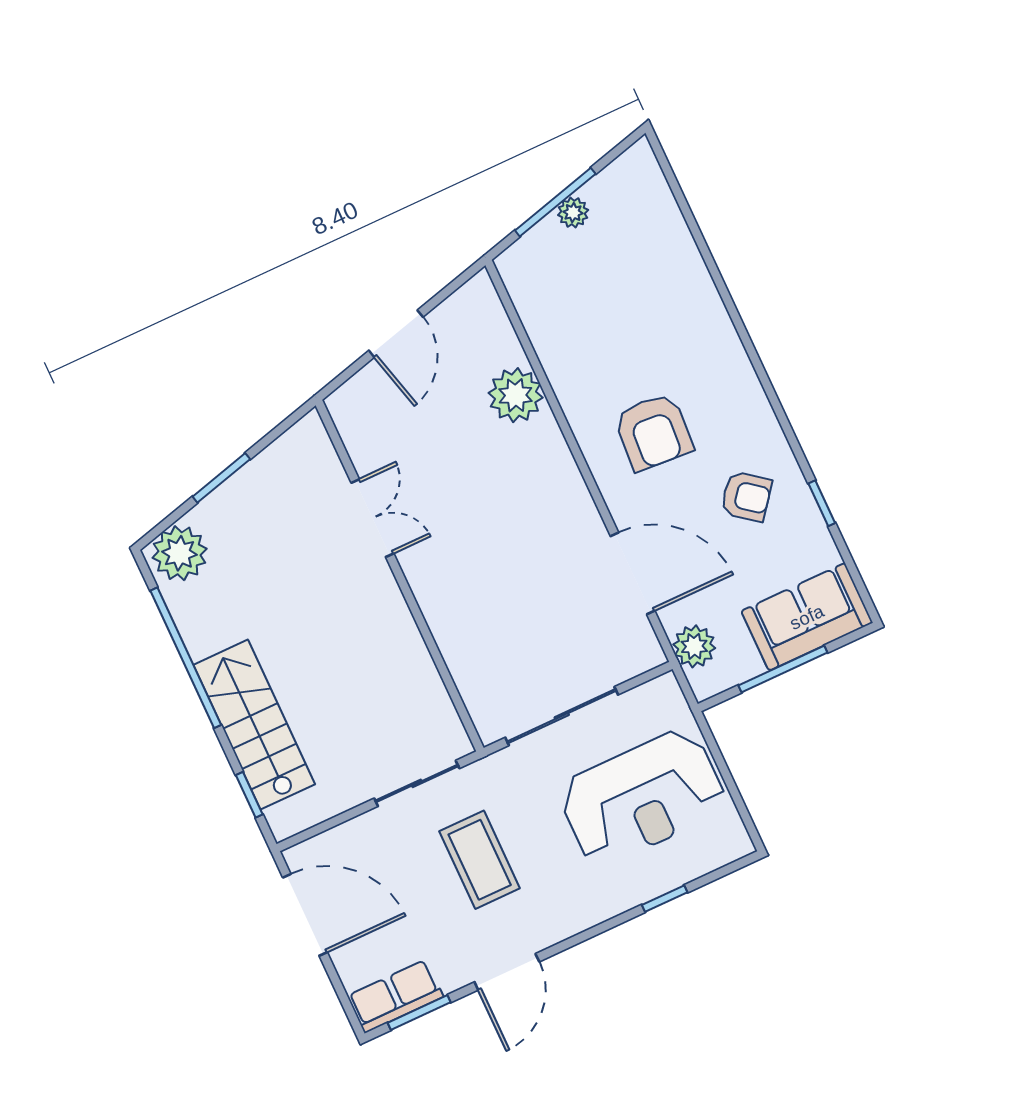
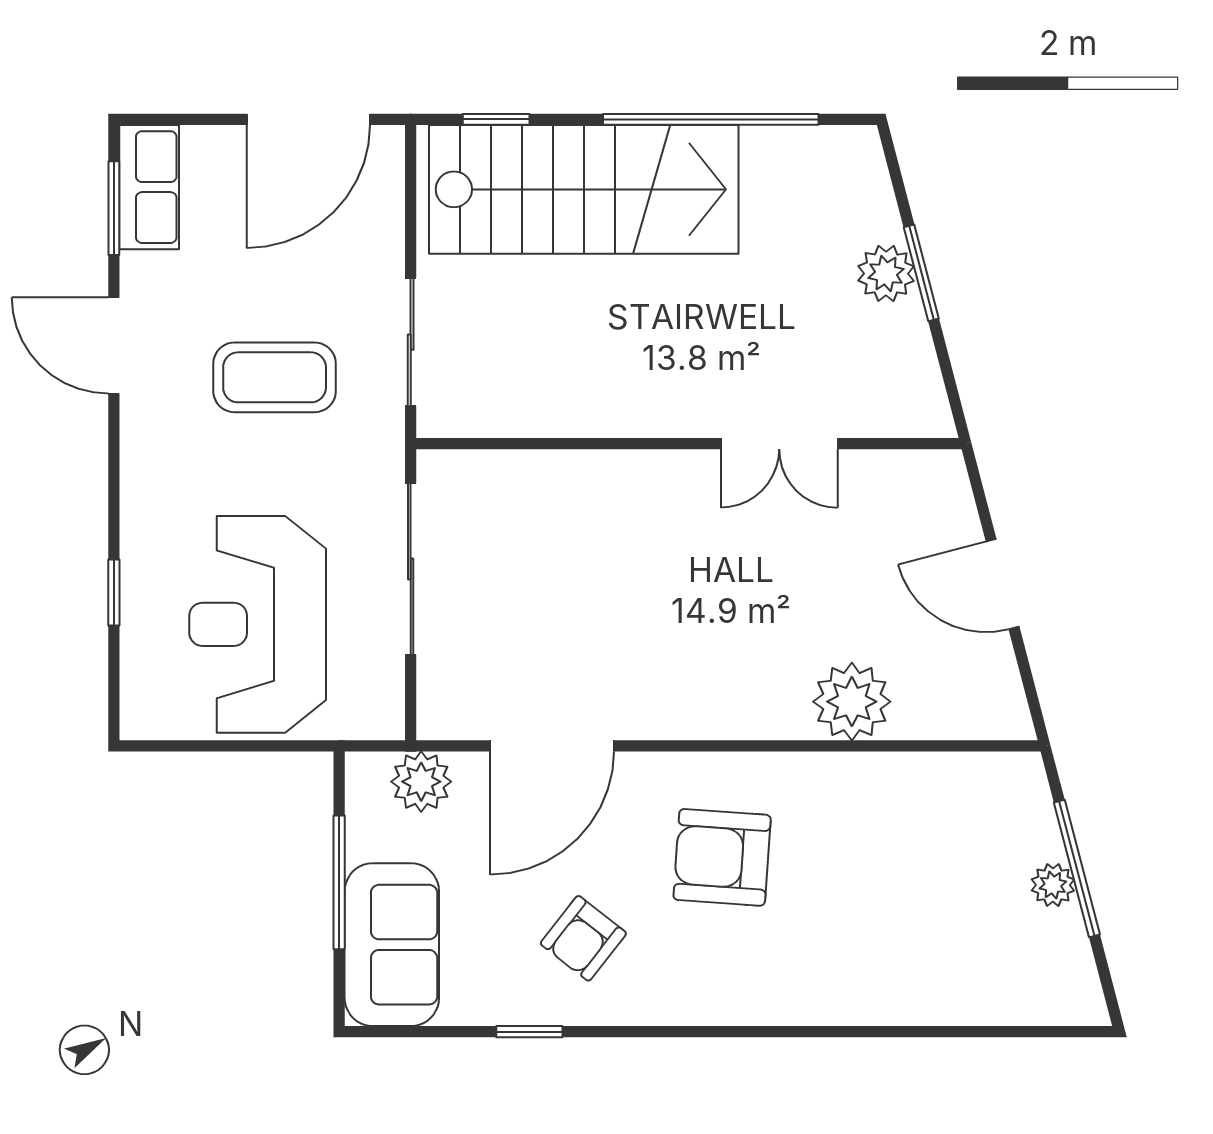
plant: (180, 553) -> (886, 273), moved, width x0.73, depth x0.73
stairs: (254, 725) -> (584, 189), width x1.36, depth x1.51

